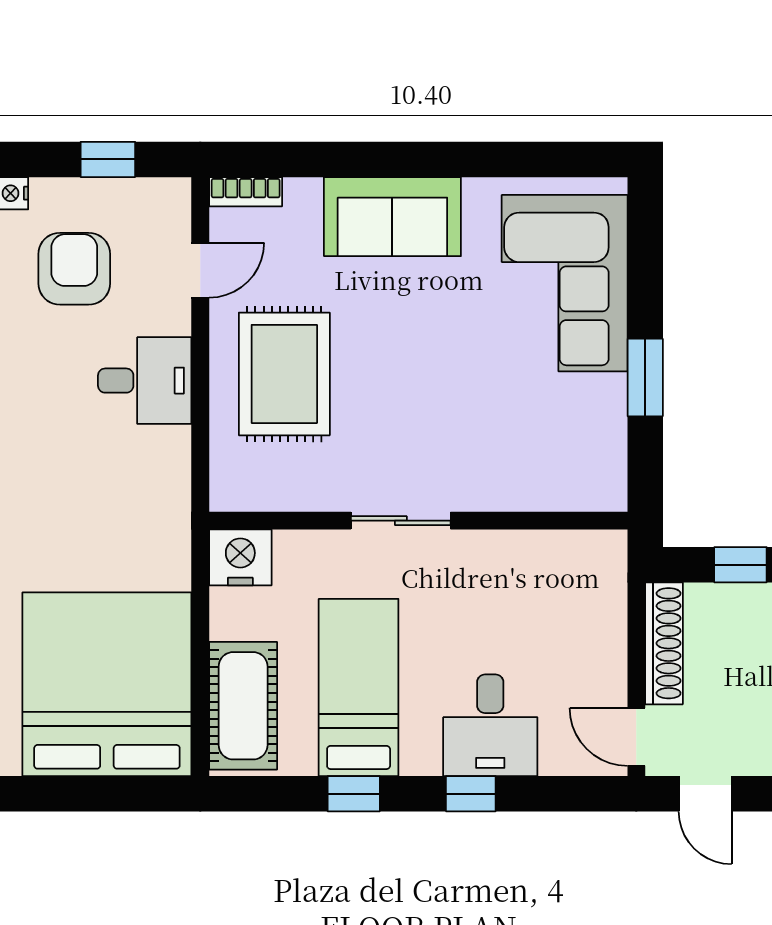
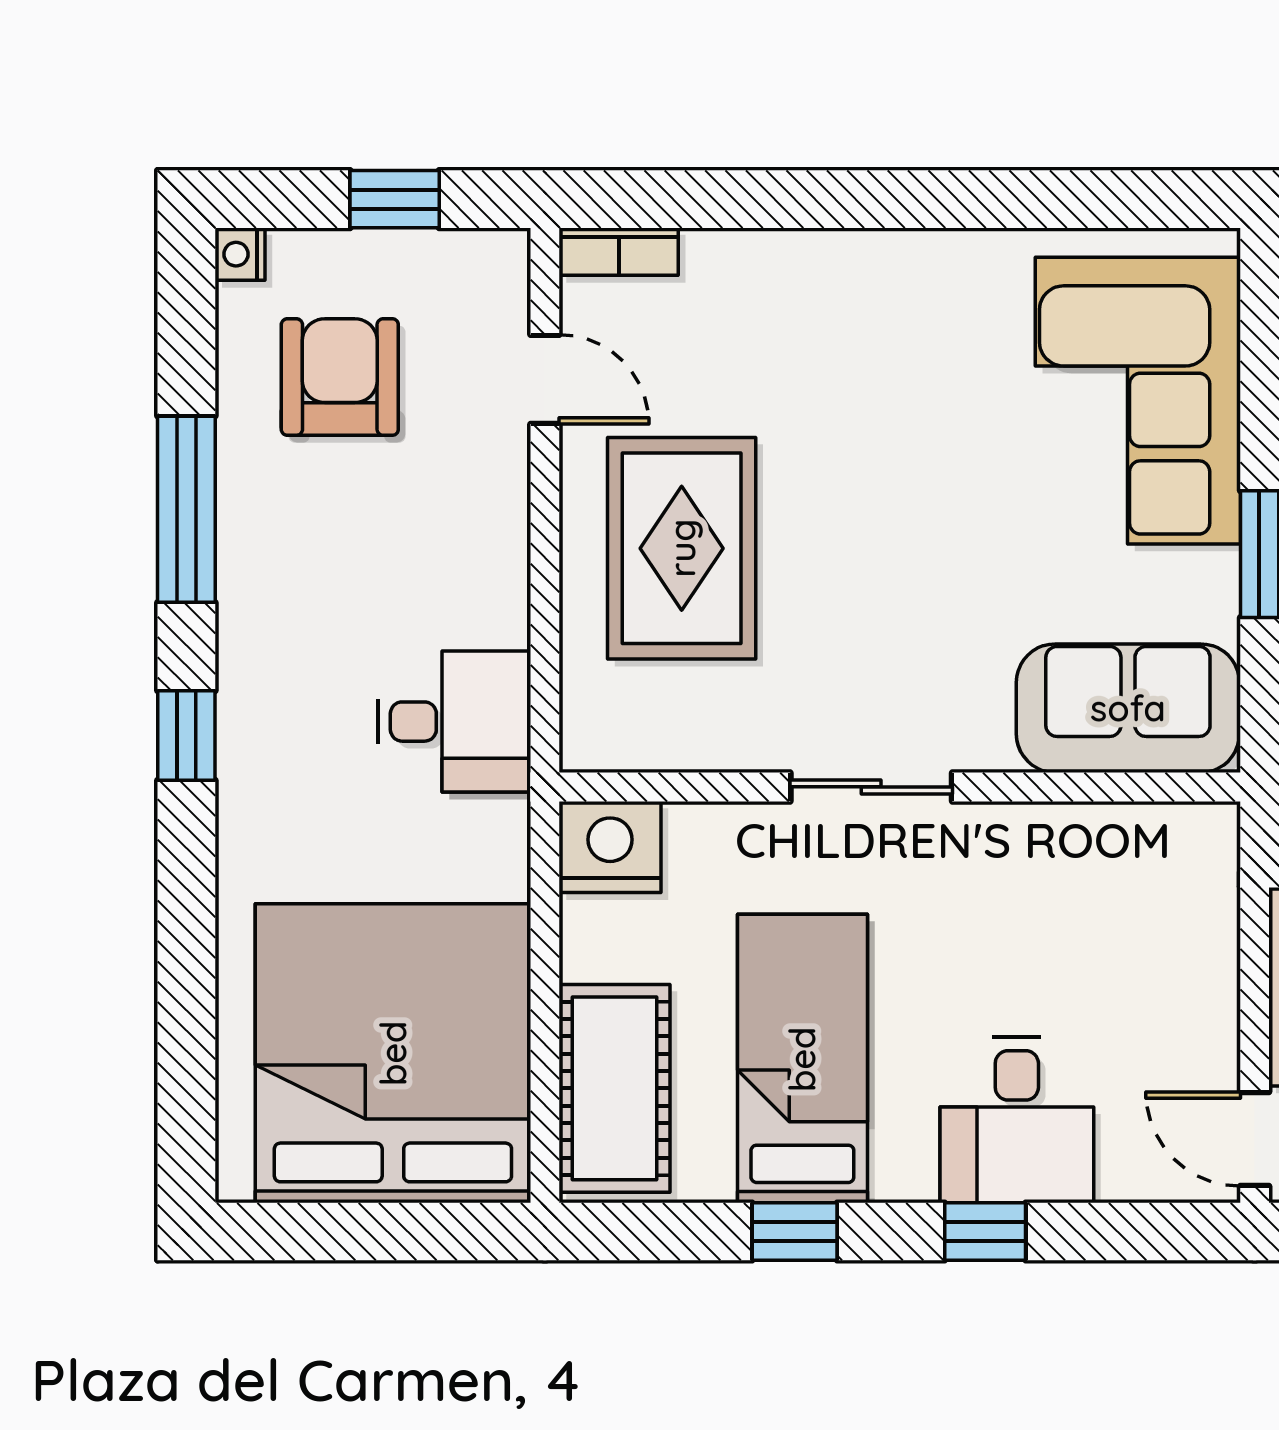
sofa: (392, 217) -> (1128, 708), moved, turned 180
door: (200, 270) -> (545, 379), hinge flipped
desk: (145, 381) -> (454, 722), moved

